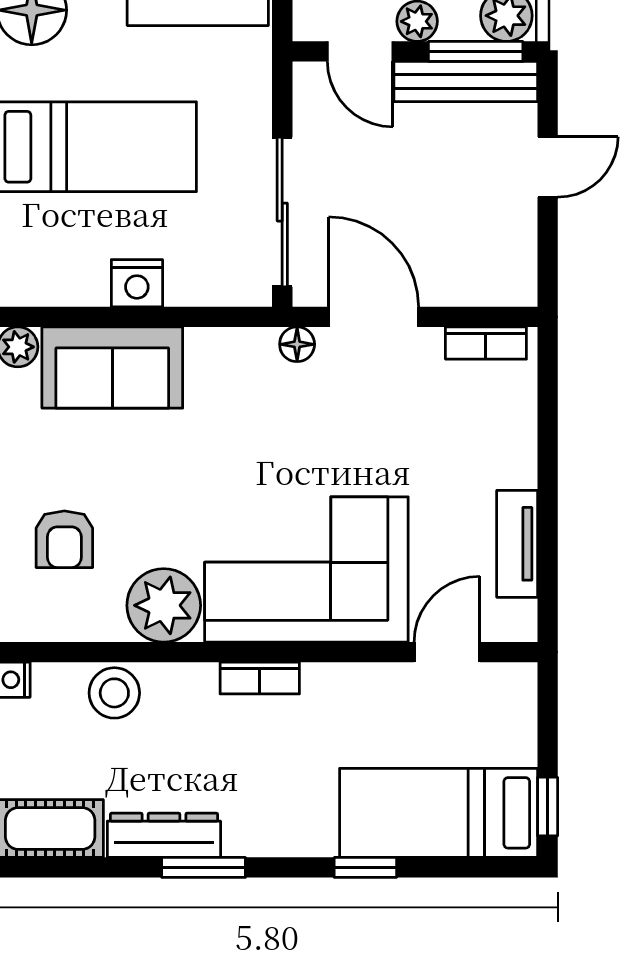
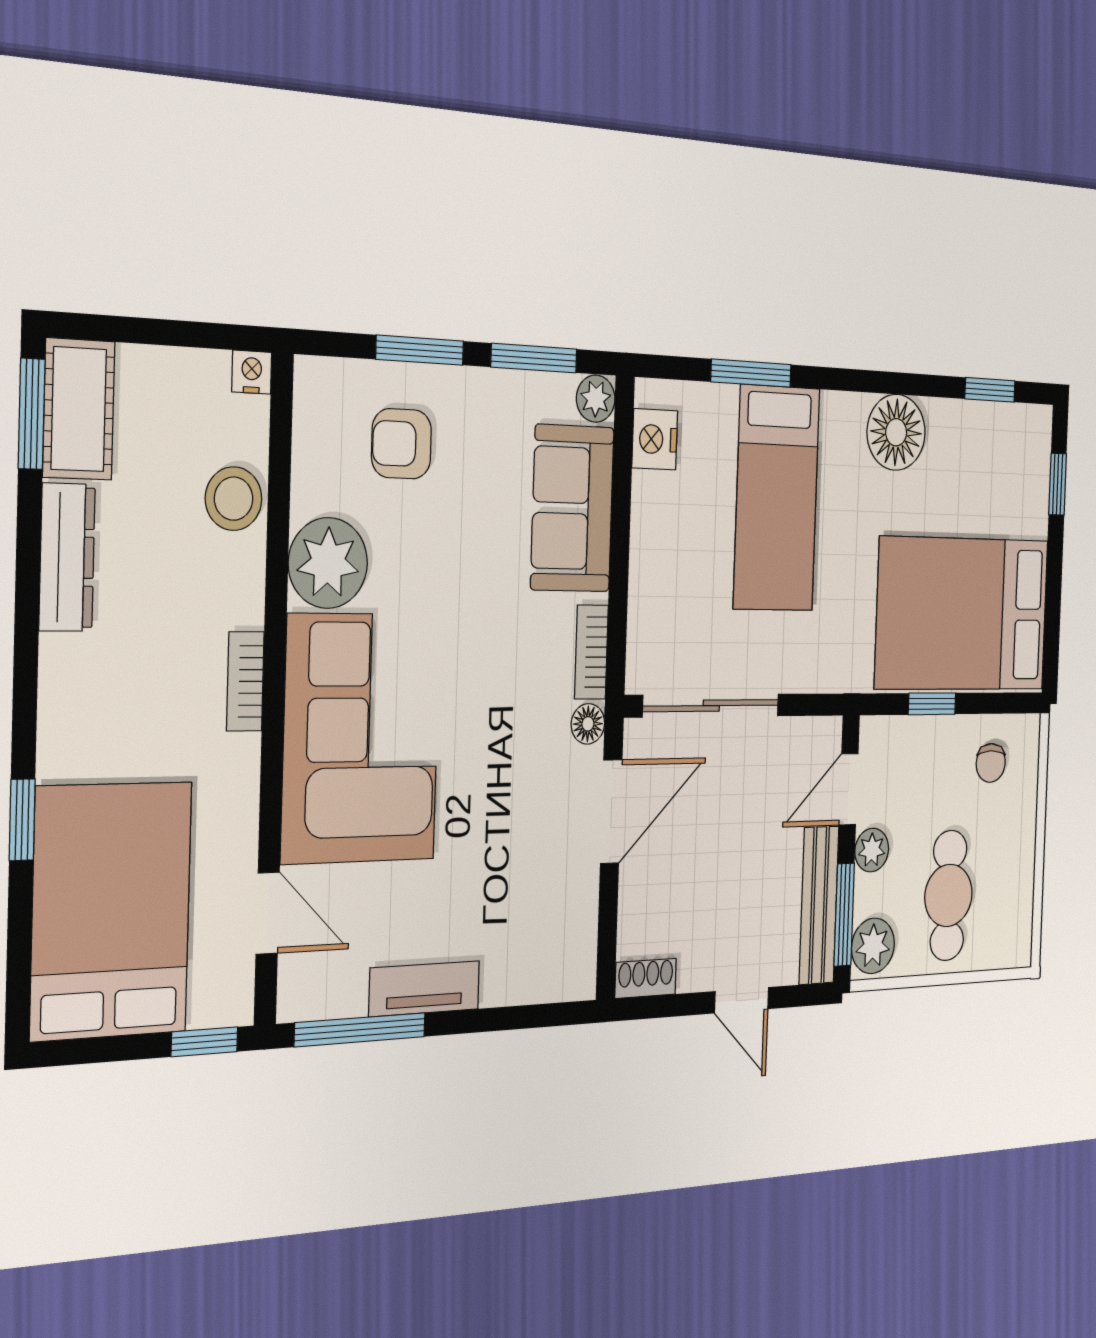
shoe rack: (522, 274) -> (646, 978), added
nightstand: (137, 283) -> (655, 439), moved
bookcase: (486, 343) -> (591, 652), moved
tv unit: (517, 544) -> (424, 989), moved
window: (548, 563) -> (360, 1030), added
window: (548, 807) -> (204, 1042), moved
bed: (439, 813) -> (111, 911), width x1.50
window: (204, 867) -> (32, 414), moved

